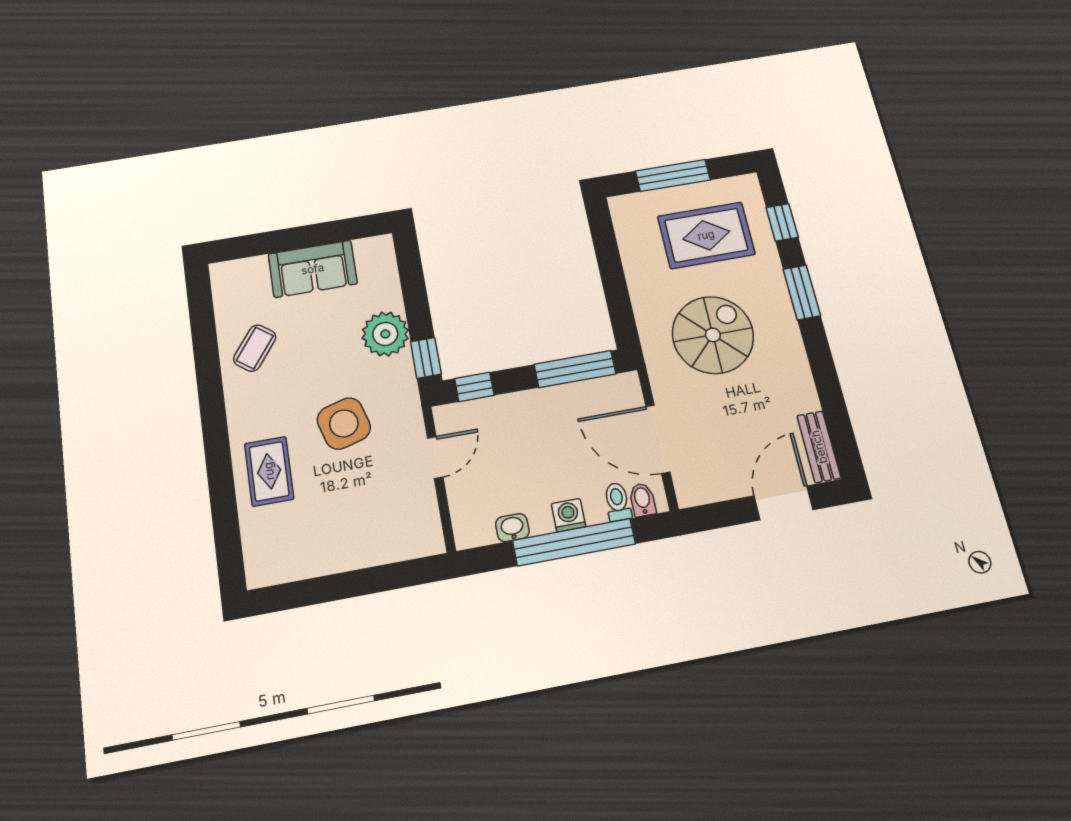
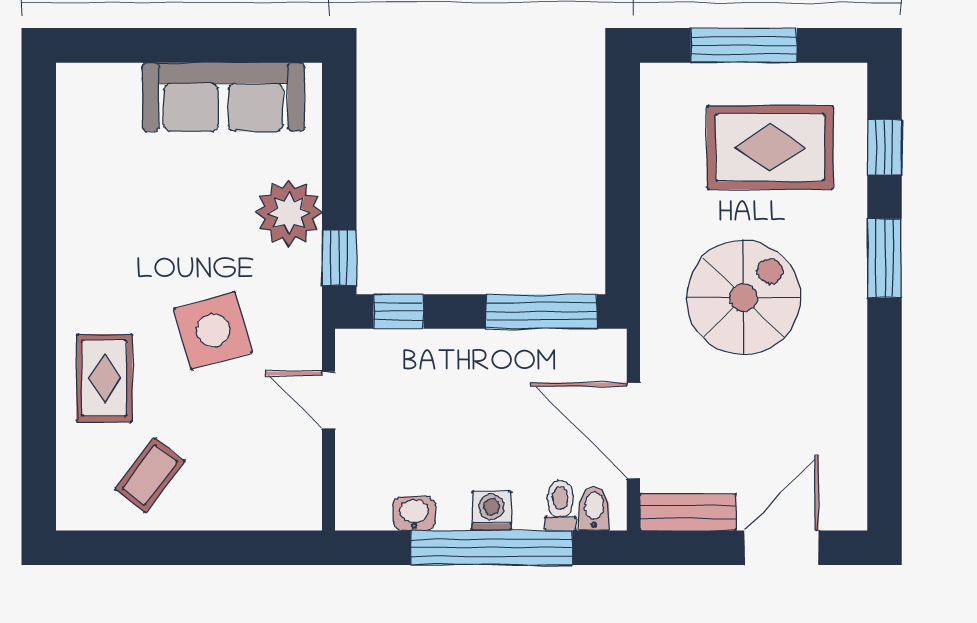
sofa: (313, 269) -> (223, 97), width x1.36
coffee table: (255, 348) -> (150, 475), moved
bench: (819, 447) -> (688, 512), moved, turned 90
door: (435, 457) -> (329, 400), swing flipped

